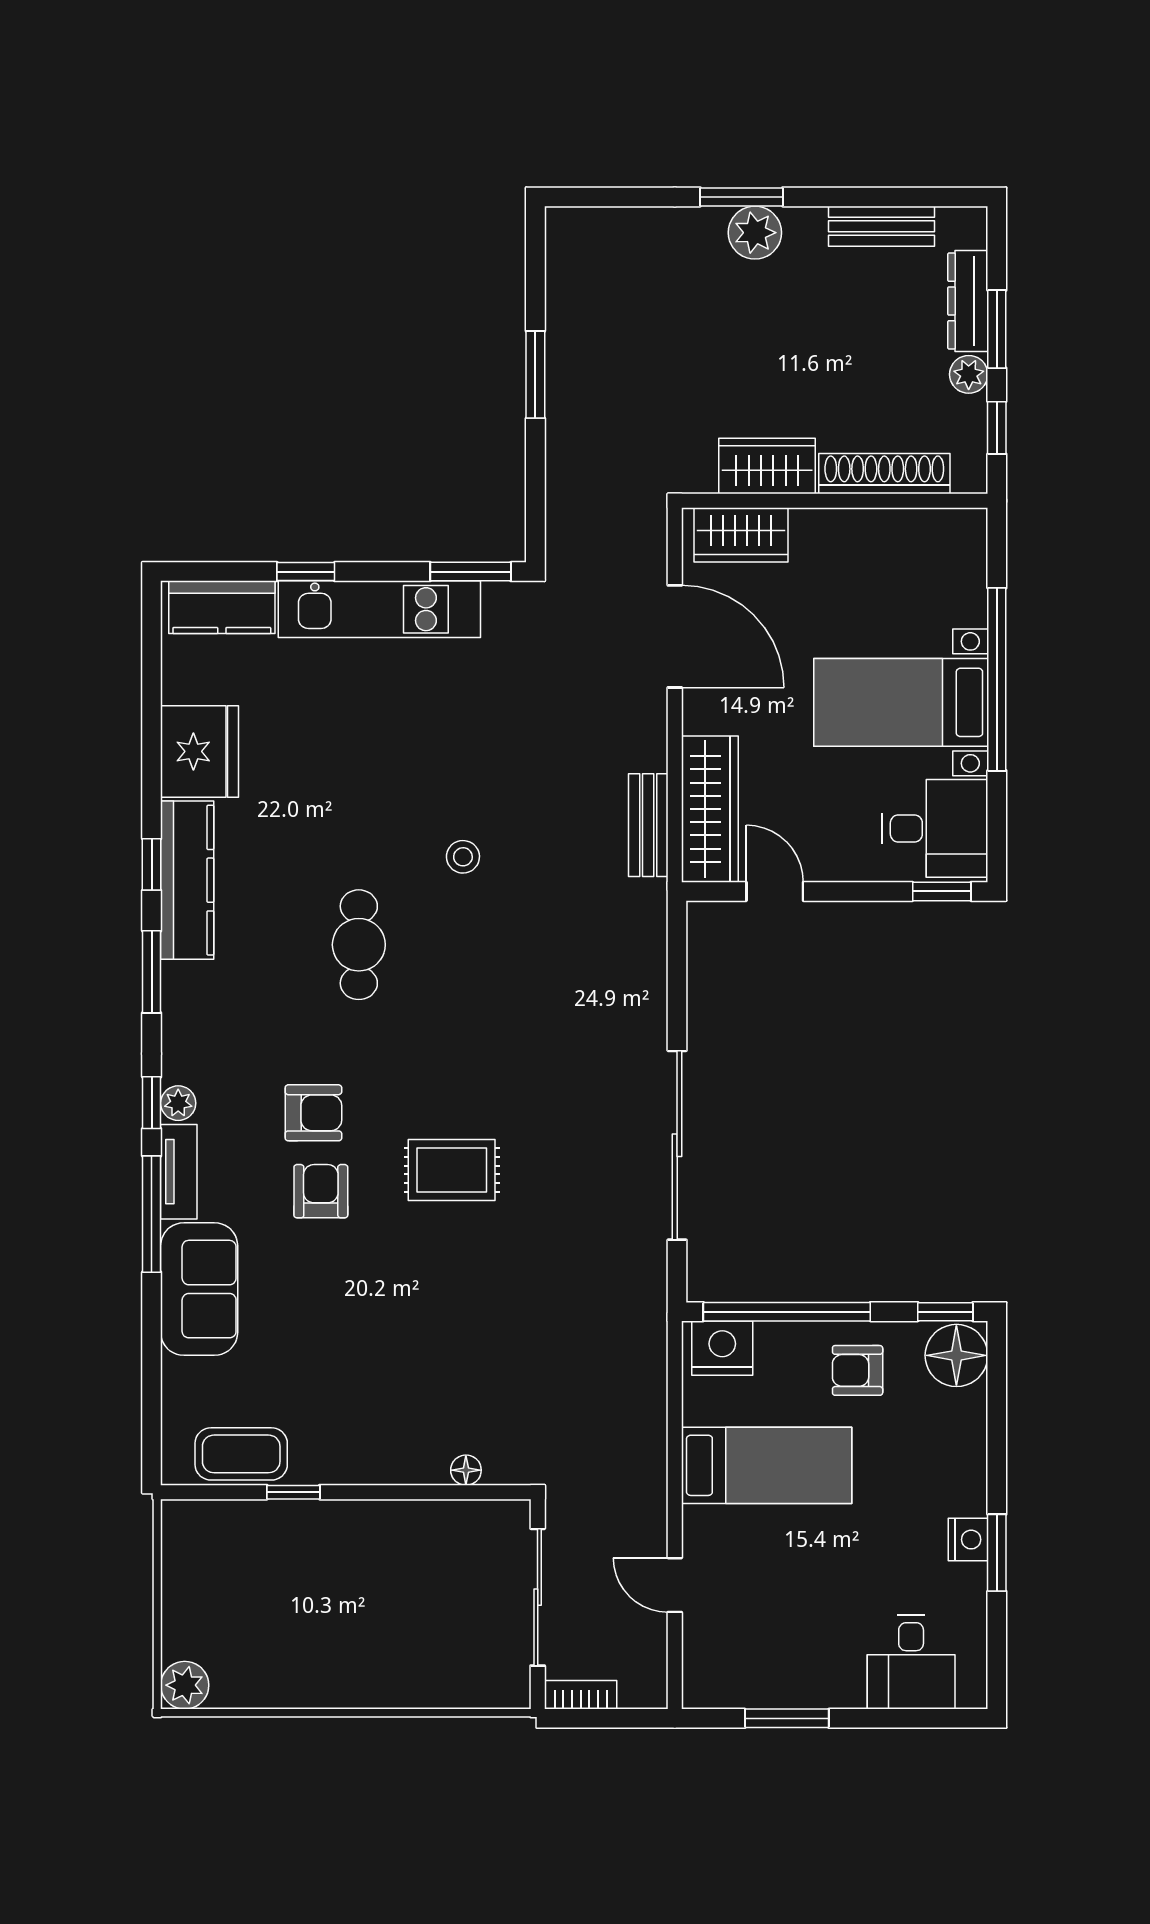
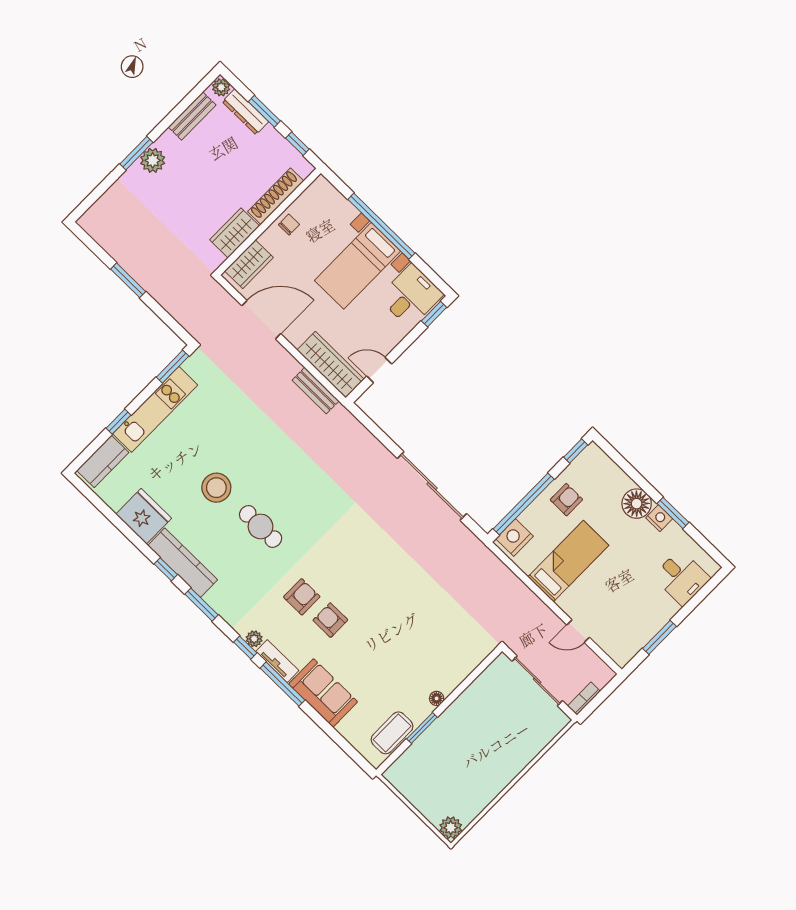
plant: (969, 374) -> (221, 87), moved
chair: (861, 536) -> (289, 225), added
stool: (463, 857) -> (216, 488), moved, width x1.89, depth x1.89
rug: (452, 1170) -> (366, 569), removed
floor lamp: (956, 1355) -> (637, 504), moved
armchair: (858, 1370) -> (566, 500), turned 180
floor lamp: (466, 1470) -> (437, 698), moved
window: (293, 1492) -> (422, 728), width x1.50

